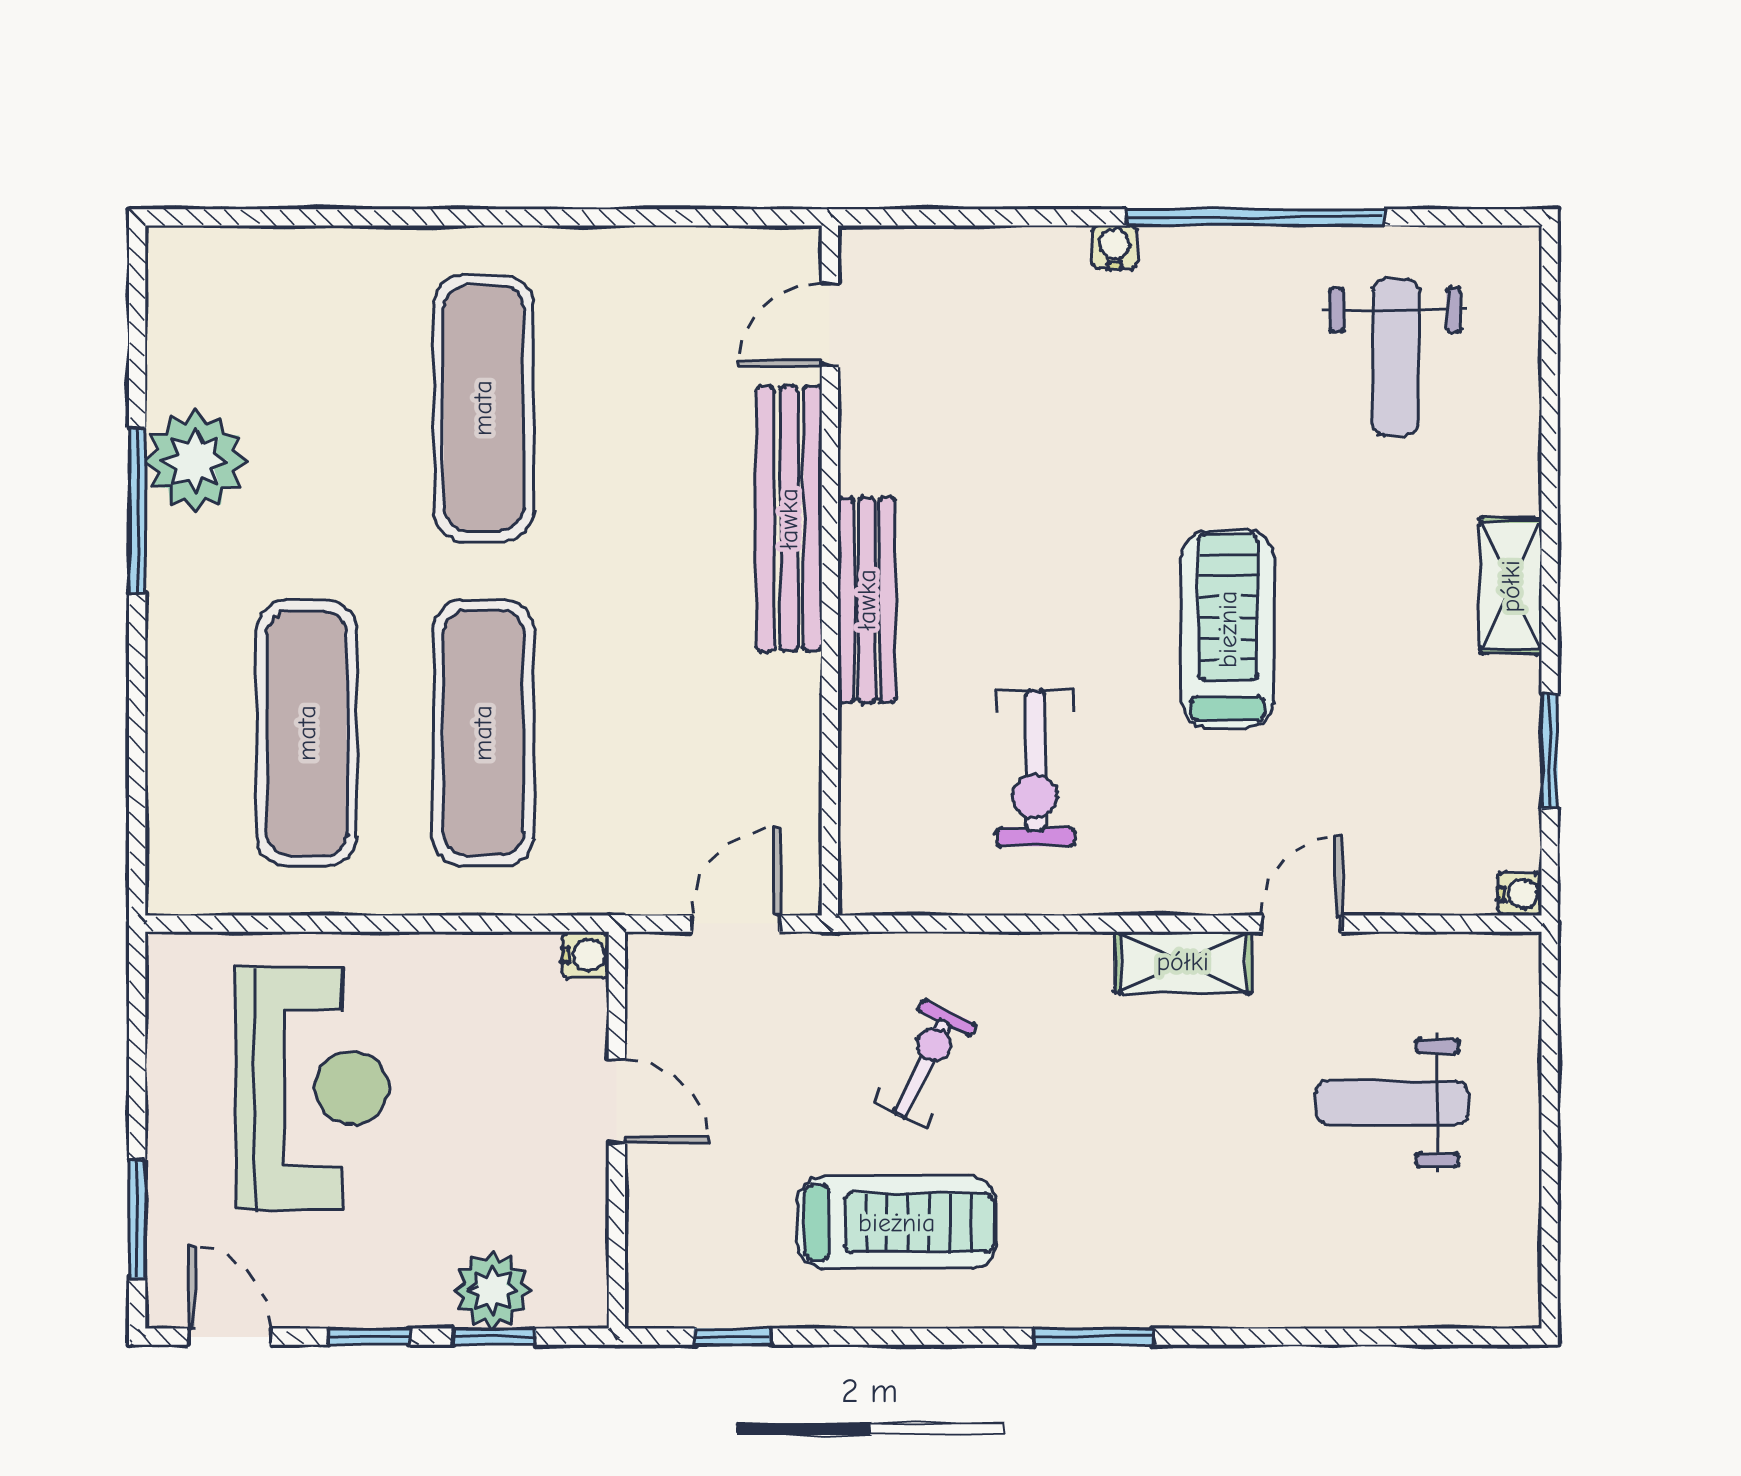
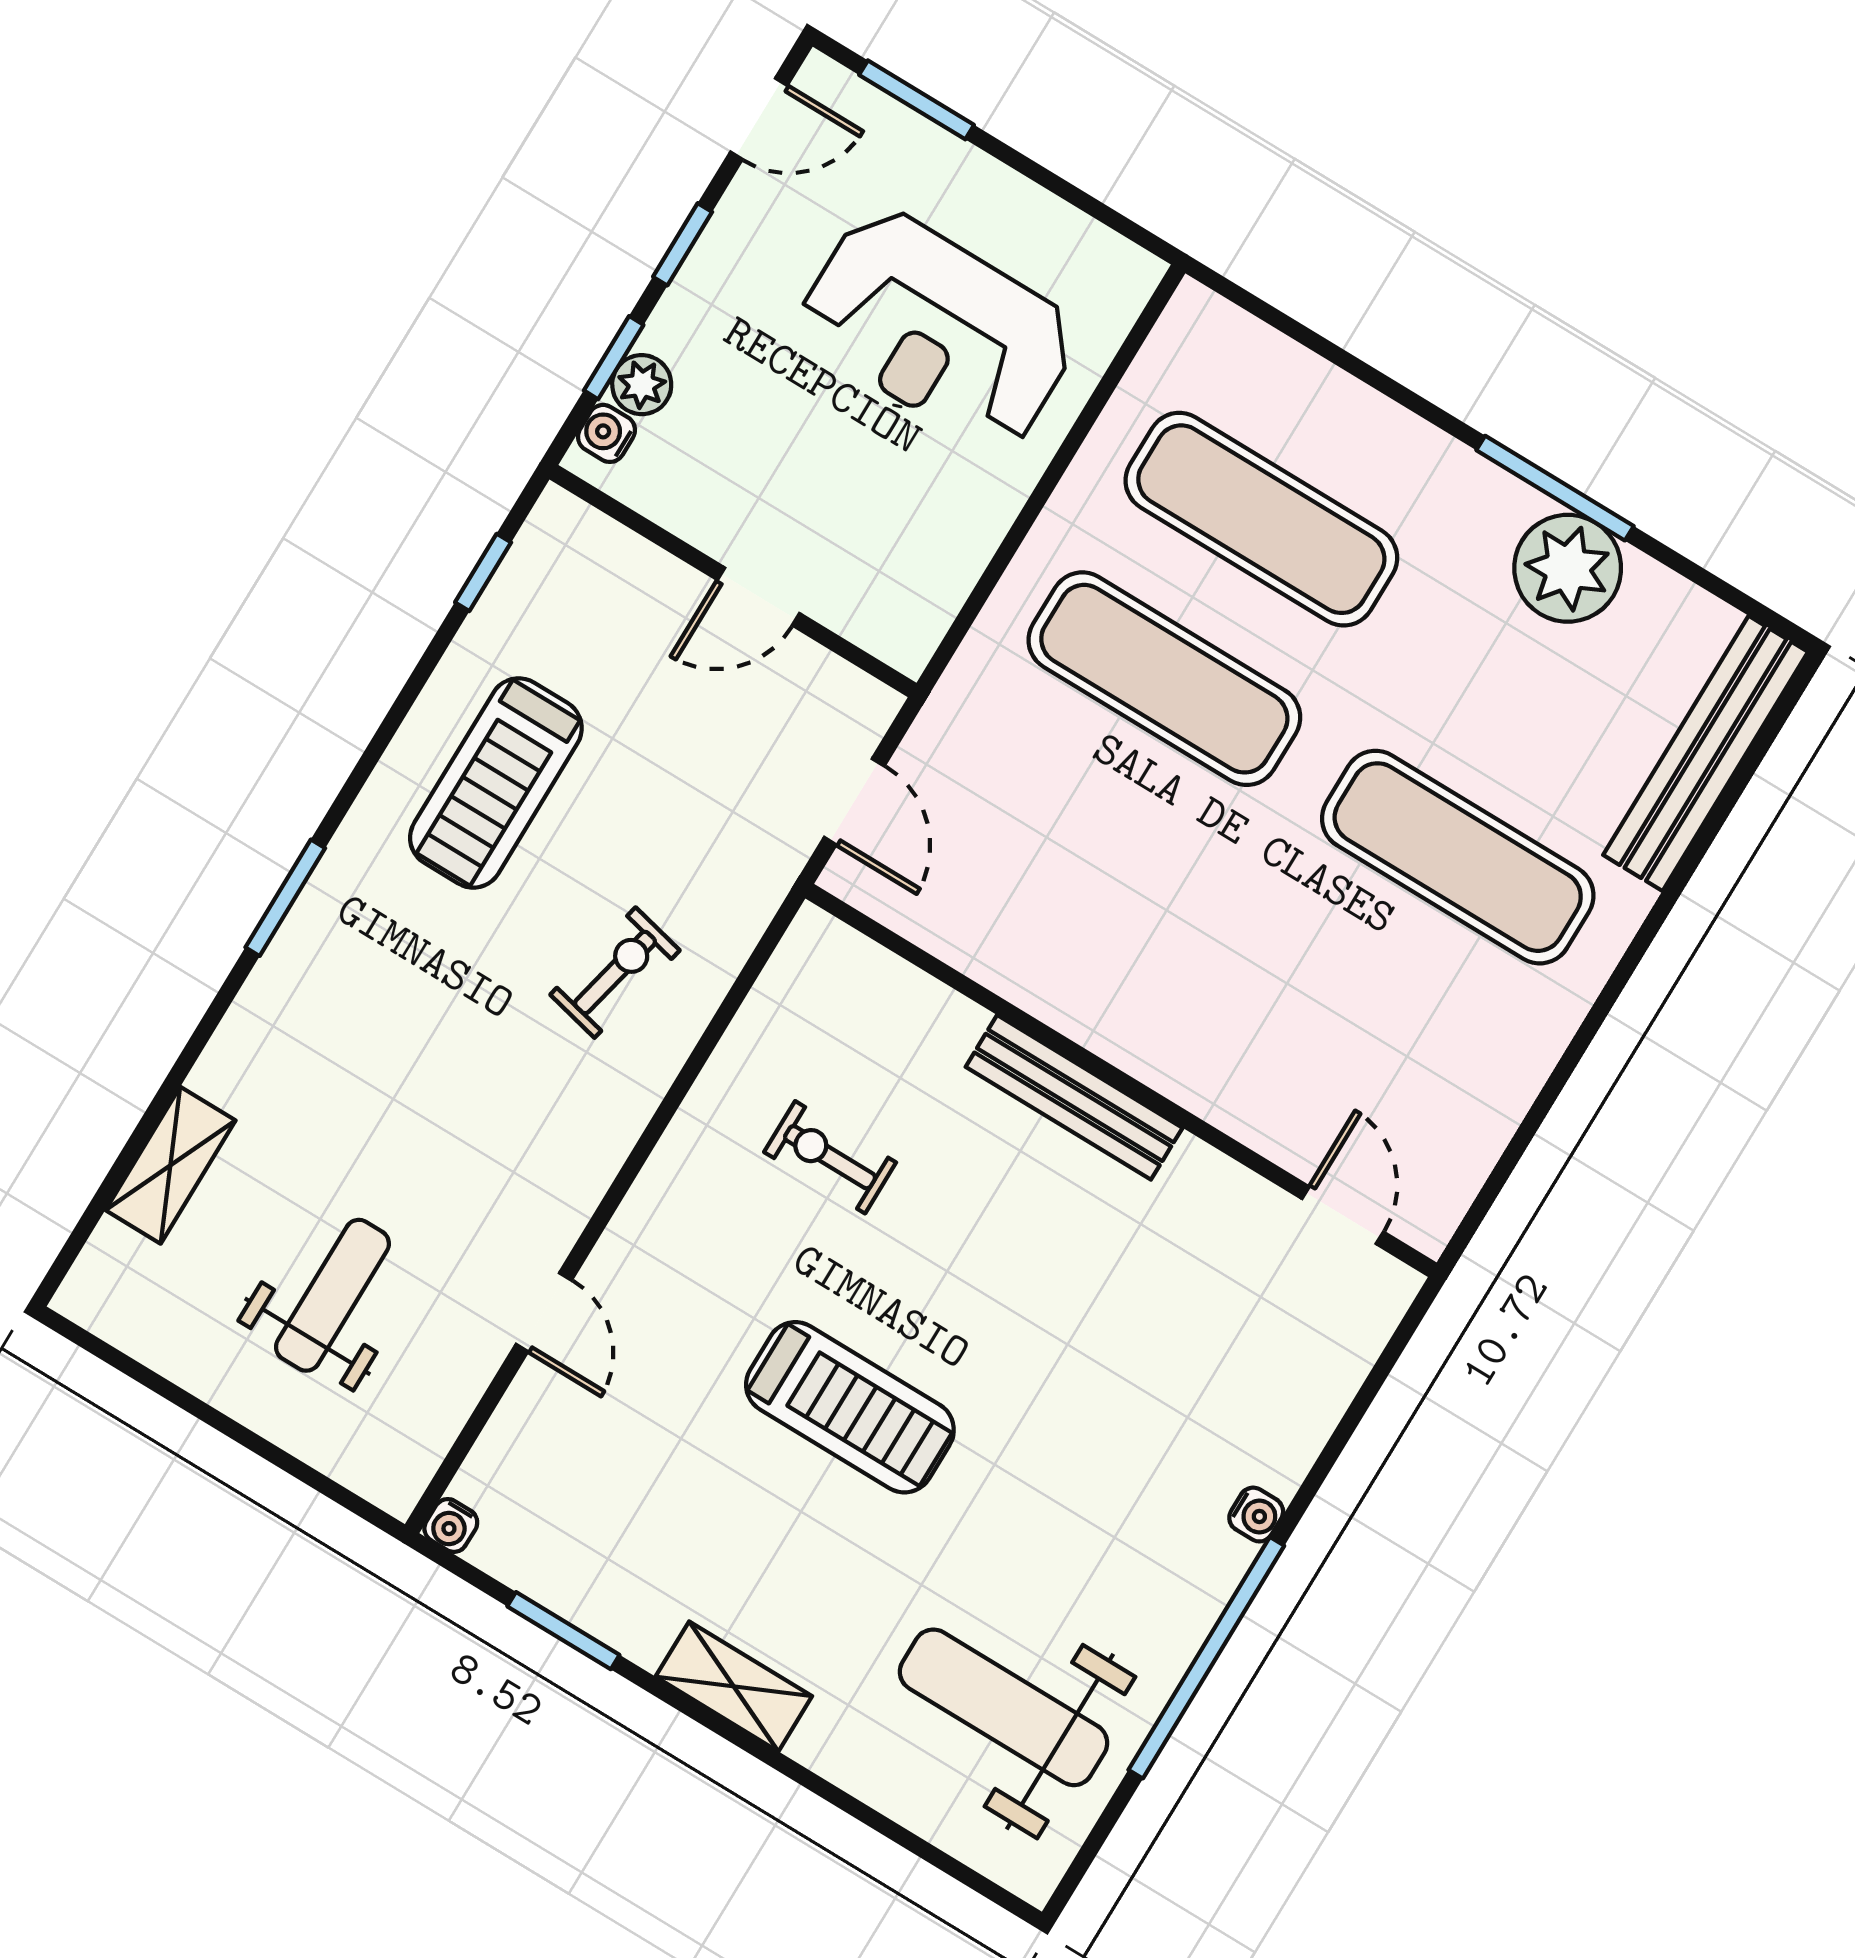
weight bench: (1395, 357) -> (1004, 1707), width x1.36, depth x1.33
bench: (789, 519) -> (1706, 753), moved, turned 90
exercise bike: (1035, 768) -> (830, 1157), width x0.73, depth x0.72
water cooler: (585, 955) -> (606, 433), moved, turned 90
shelving: (1183, 962) -> (170, 1165), moved
exercise bike: (925, 1063) -> (615, 973), moved, turned -103
plant: (492, 1290) -> (642, 385), width x0.73, depth x0.73

